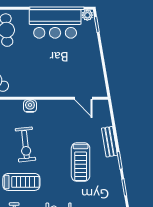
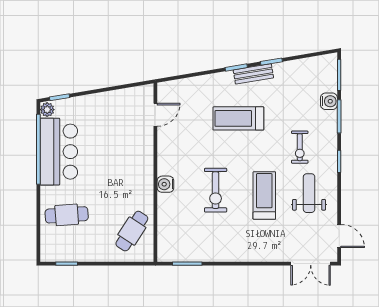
bench: (109, 142) -> (253, 74), moved
exercise bike: (25, 144) -> (216, 190), turned 96
treadmill: (81, 162) -> (238, 118), turned 180

